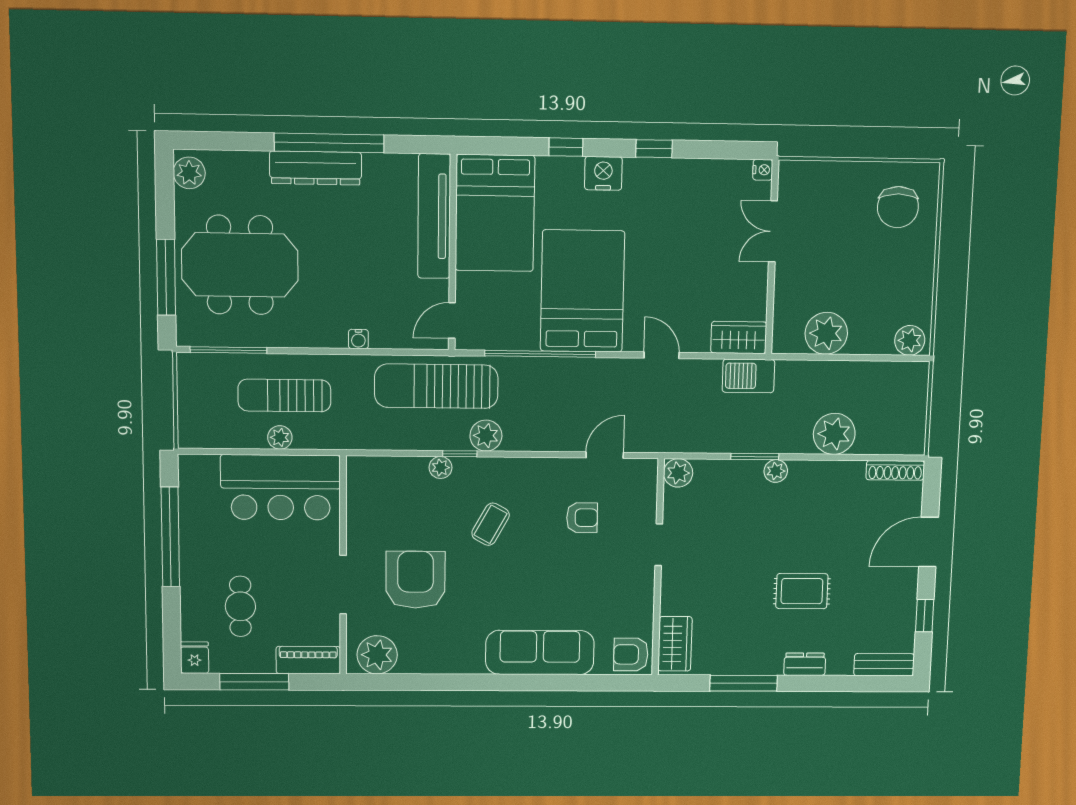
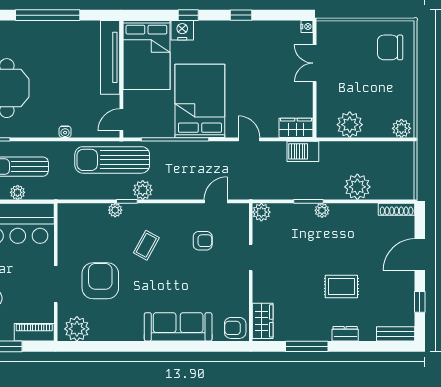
dresser: (316, 168) -> (40, 30), removed
nightstand: (603, 173) -> (182, 30), moved
chair: (898, 207) -> (390, 47), turned 90

